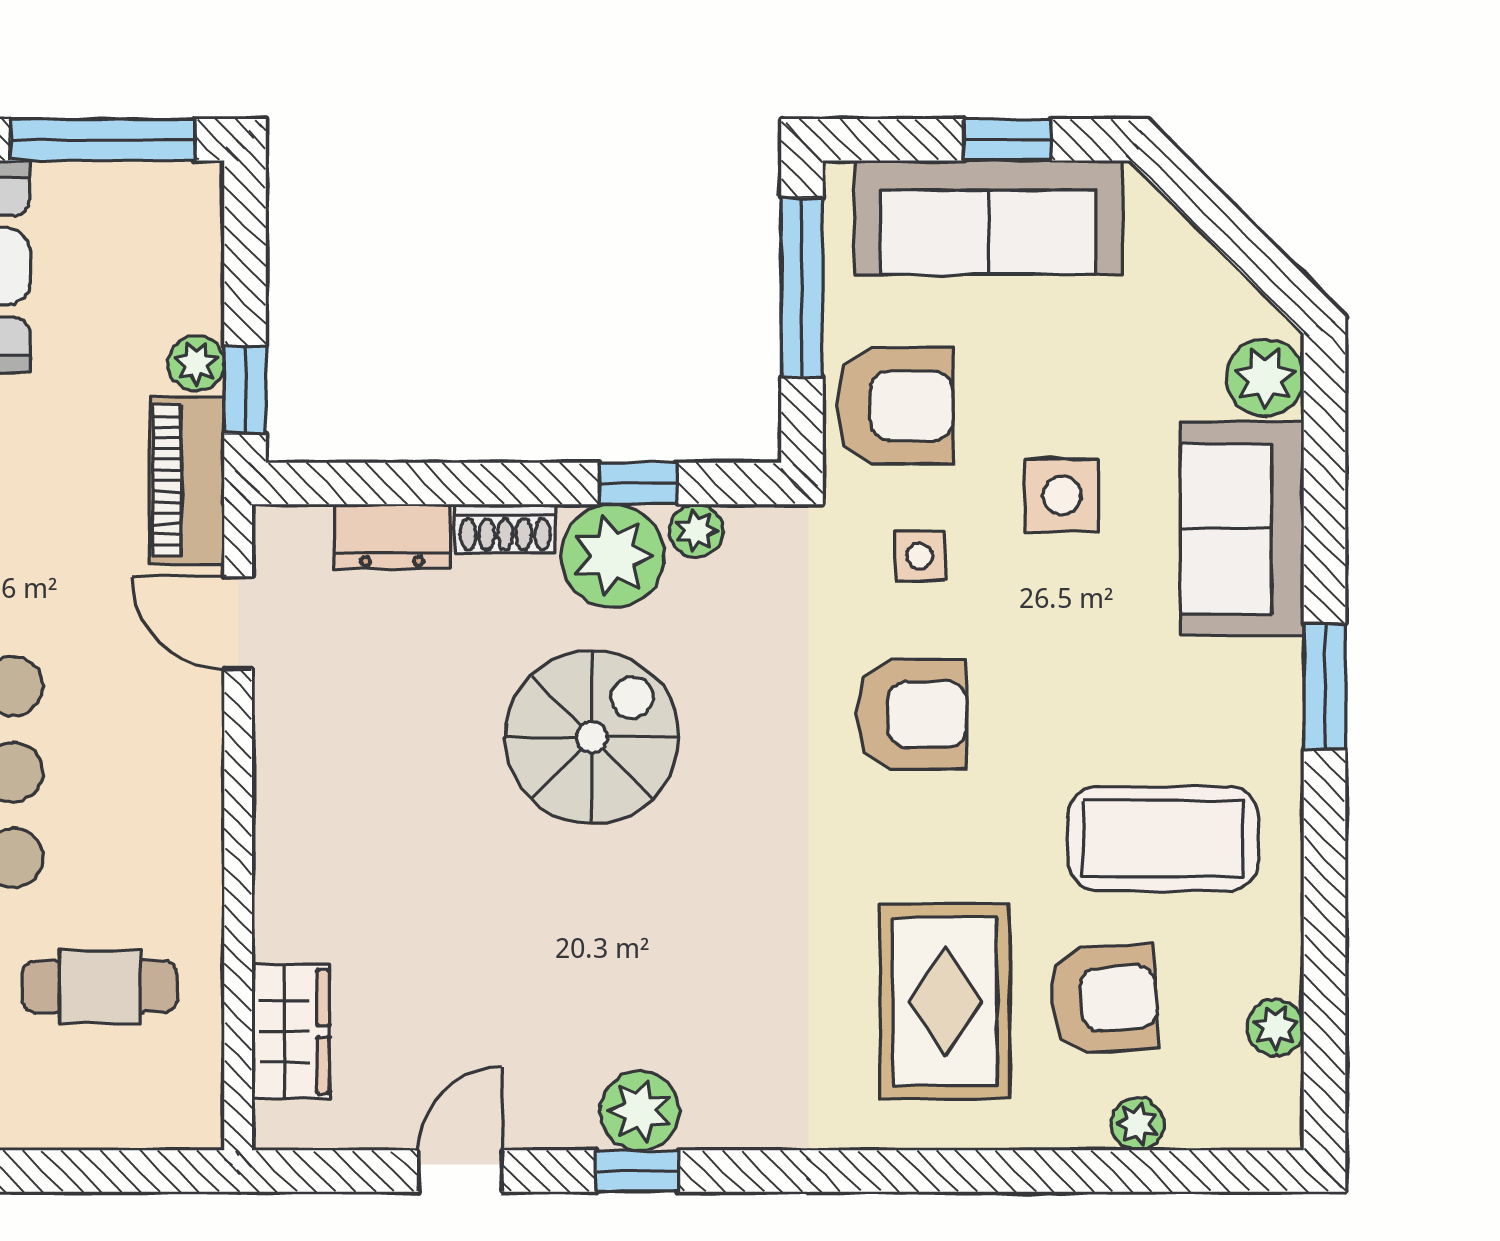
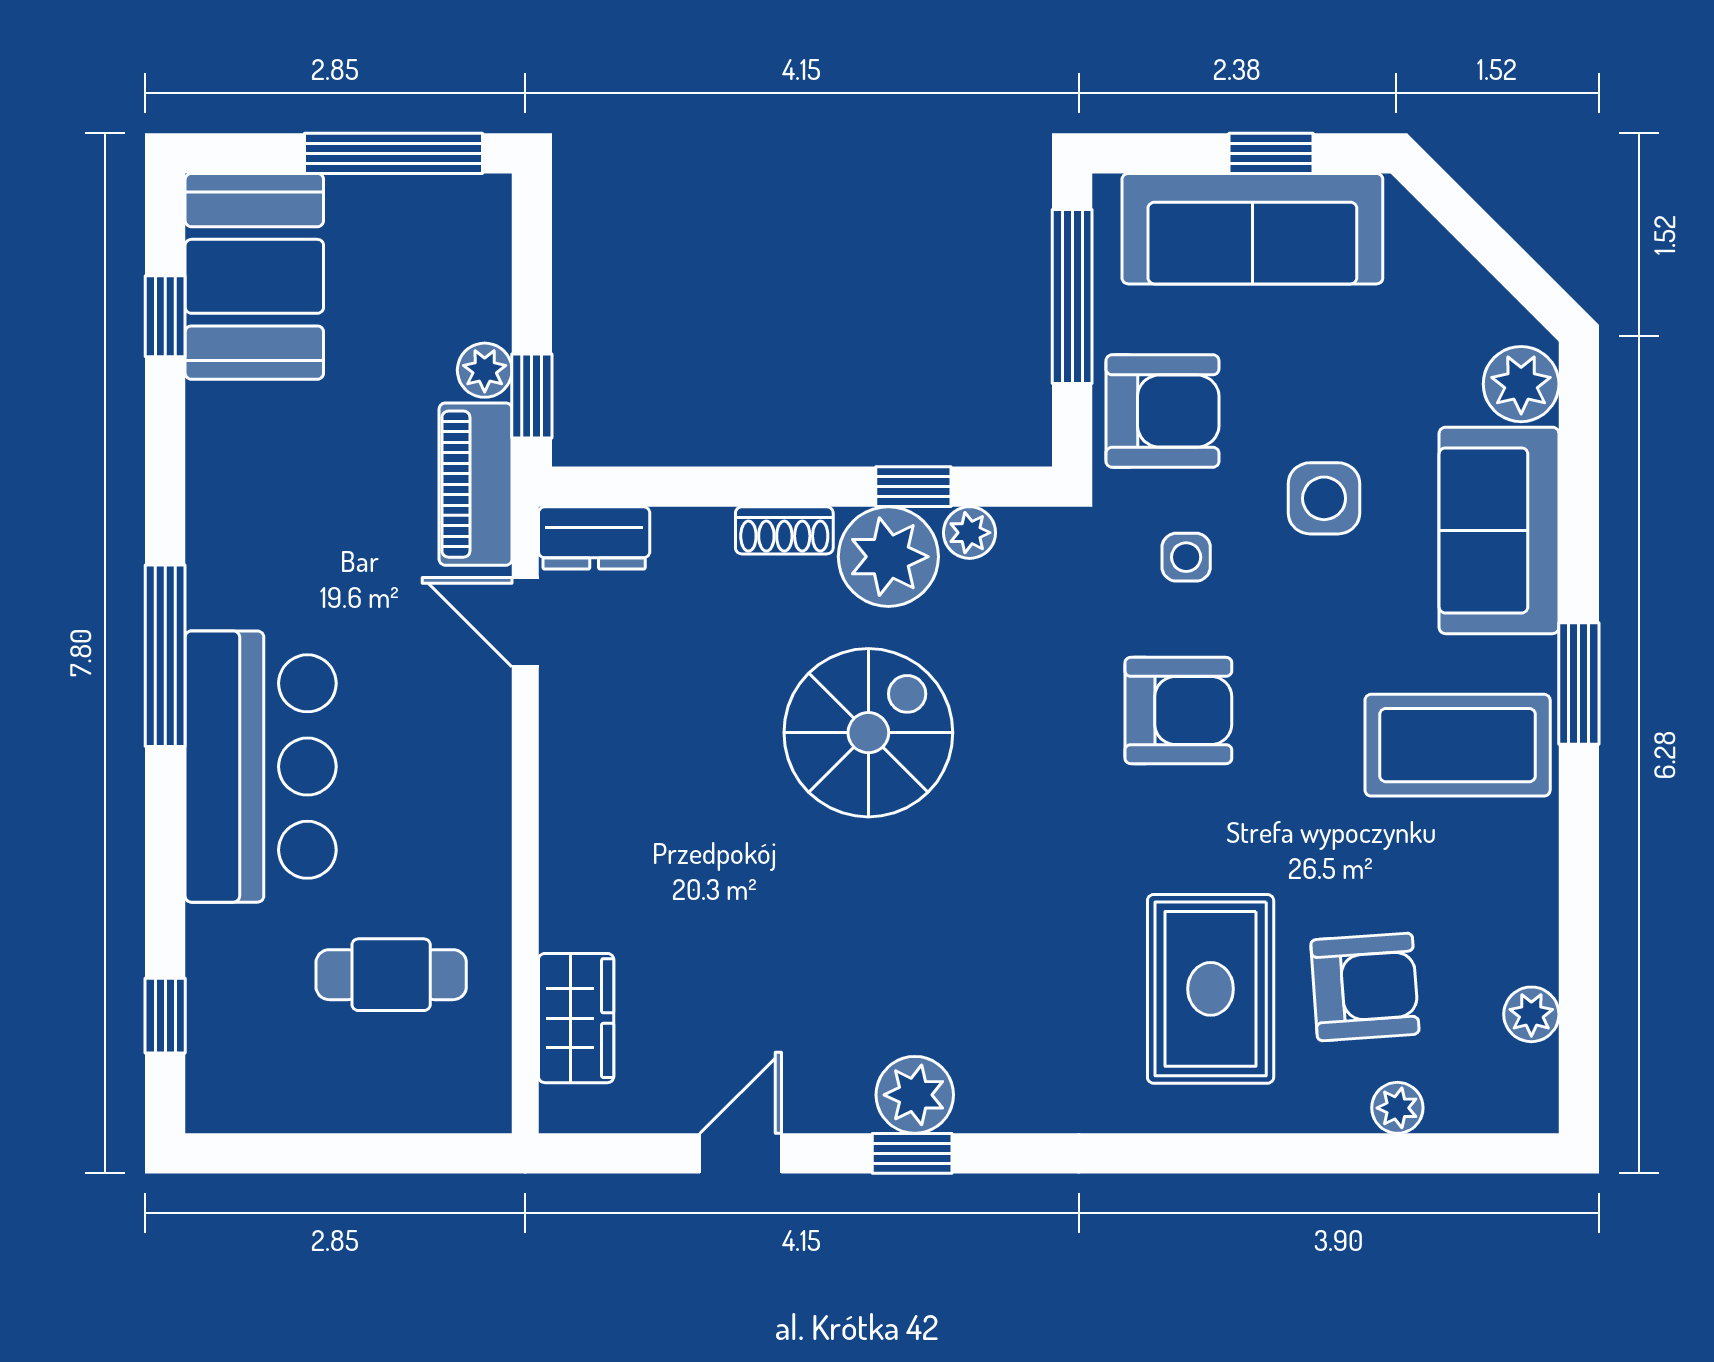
dresser: (392, 536) -> (594, 538), moved
coffee table: (1163, 839) -> (1458, 745), moved

